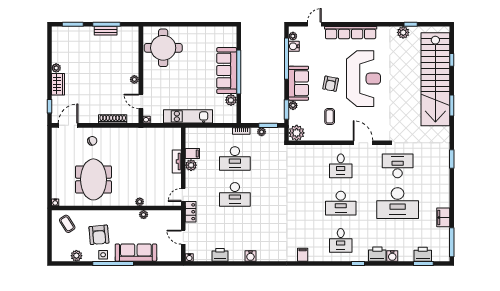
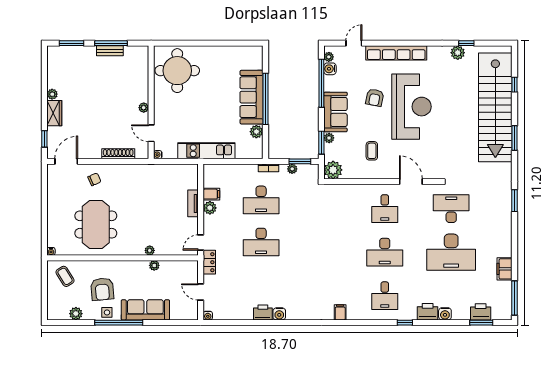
armchair: (331, 84) -> (375, 98), moved
printer: (220, 255) -> (263, 313), moved

